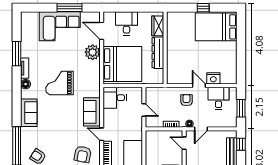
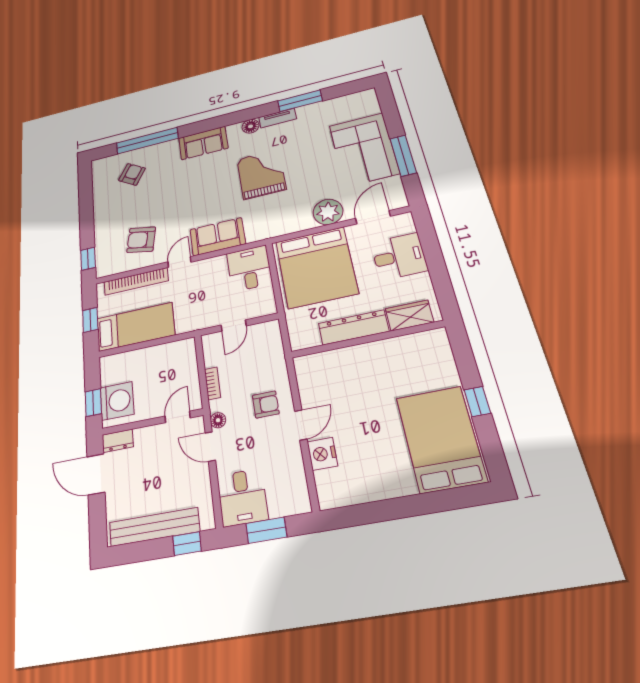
desk: (218, 98) -> (242, 497), moved, turned 90

